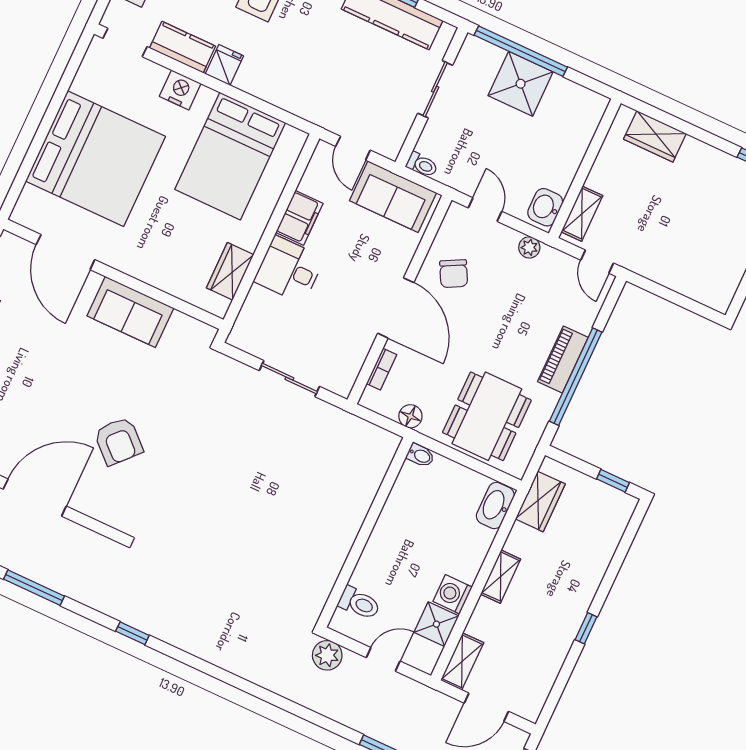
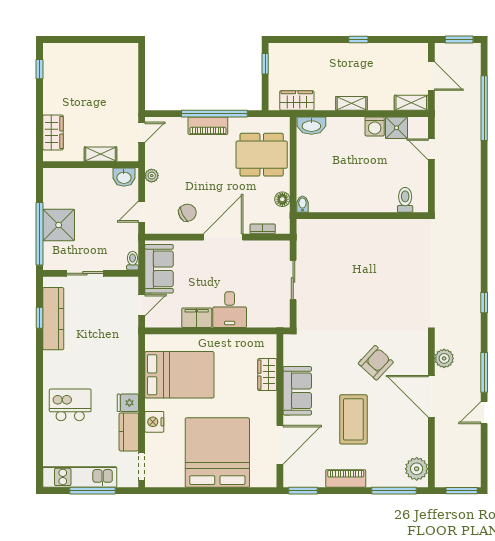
shelving: (582, 214) -> (100, 154), moved
wardrobe: (230, 271) -> (267, 375), moved, turned 90
coffee table: (53, 372) -> (353, 419), added
bidet: (420, 455) -> (302, 204), moved
wall: (365, 532) -> (362, 216), moved
toilet: (359, 603) -> (405, 200), moved
plant: (327, 655) -> (444, 358), moved

